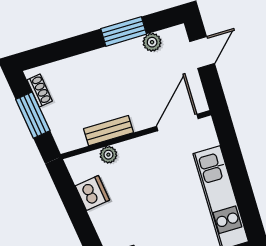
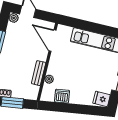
plant: (152, 42) -> (14, 18), moved

